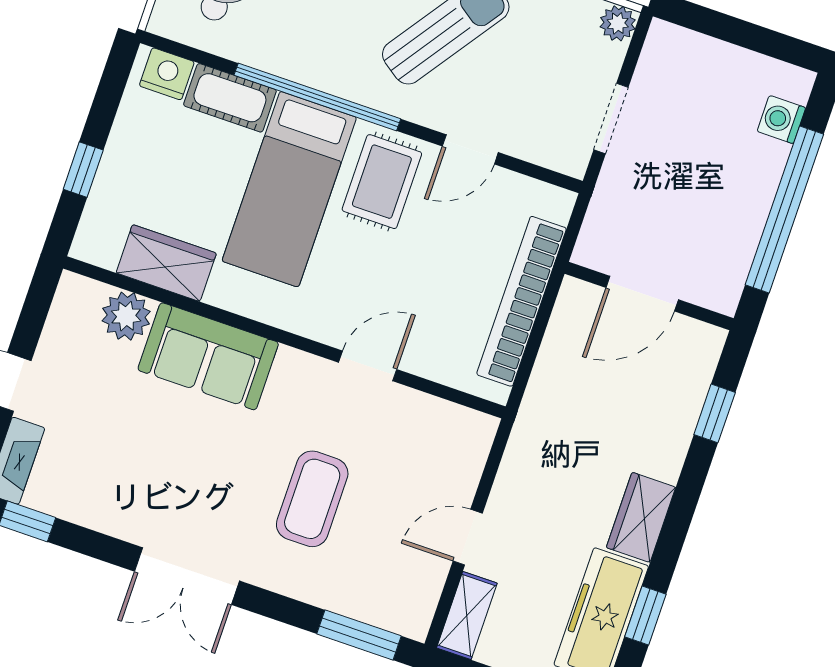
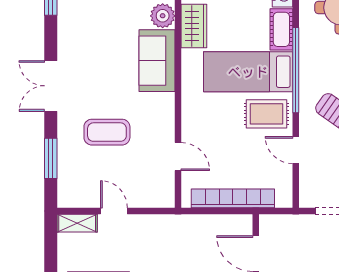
door: (368, 366) -> (178, 157), moved
window: (359, 635) -> (51, 158), moved

